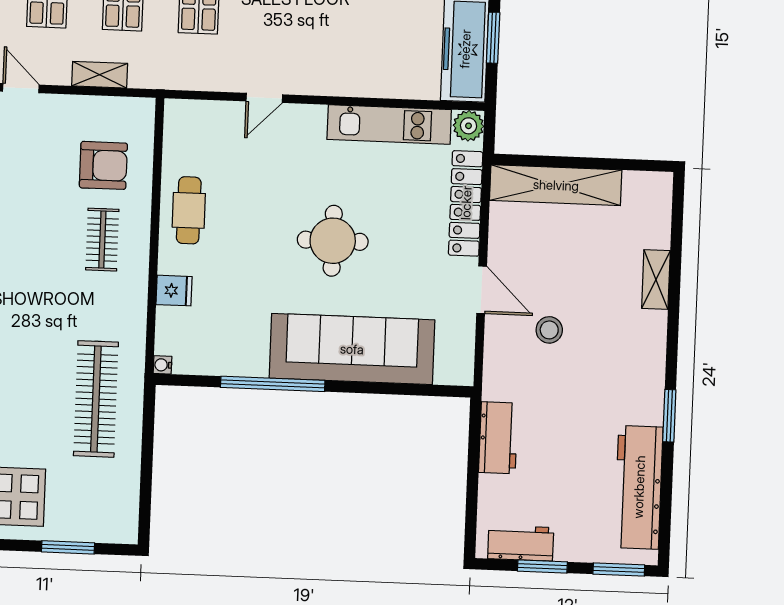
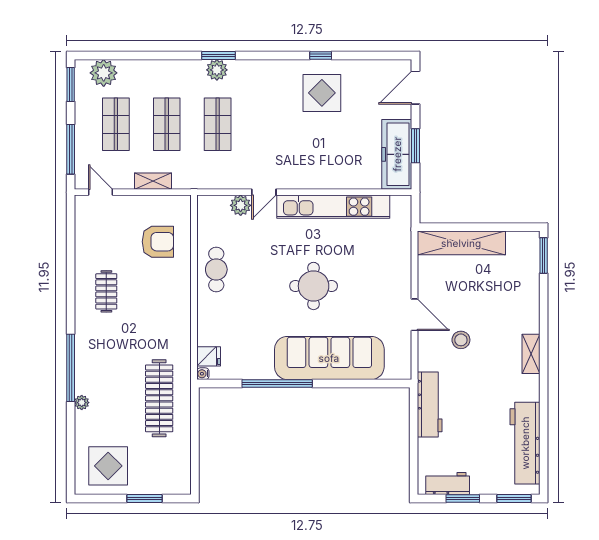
kitchen unit: (389, 125) -> (333, 207), width x1.36
plant: (469, 126) -> (241, 205), moved
locker: (466, 203) -> (402, 257), removed
clothes rail: (102, 240) -> (106, 291), moved
shelving: (656, 279) -> (531, 354), moved
fridge: (174, 291) -> (209, 356), moved
window: (669, 416) -> (544, 256), moved
workbench: (498, 438) -> (430, 405), width x1.38

